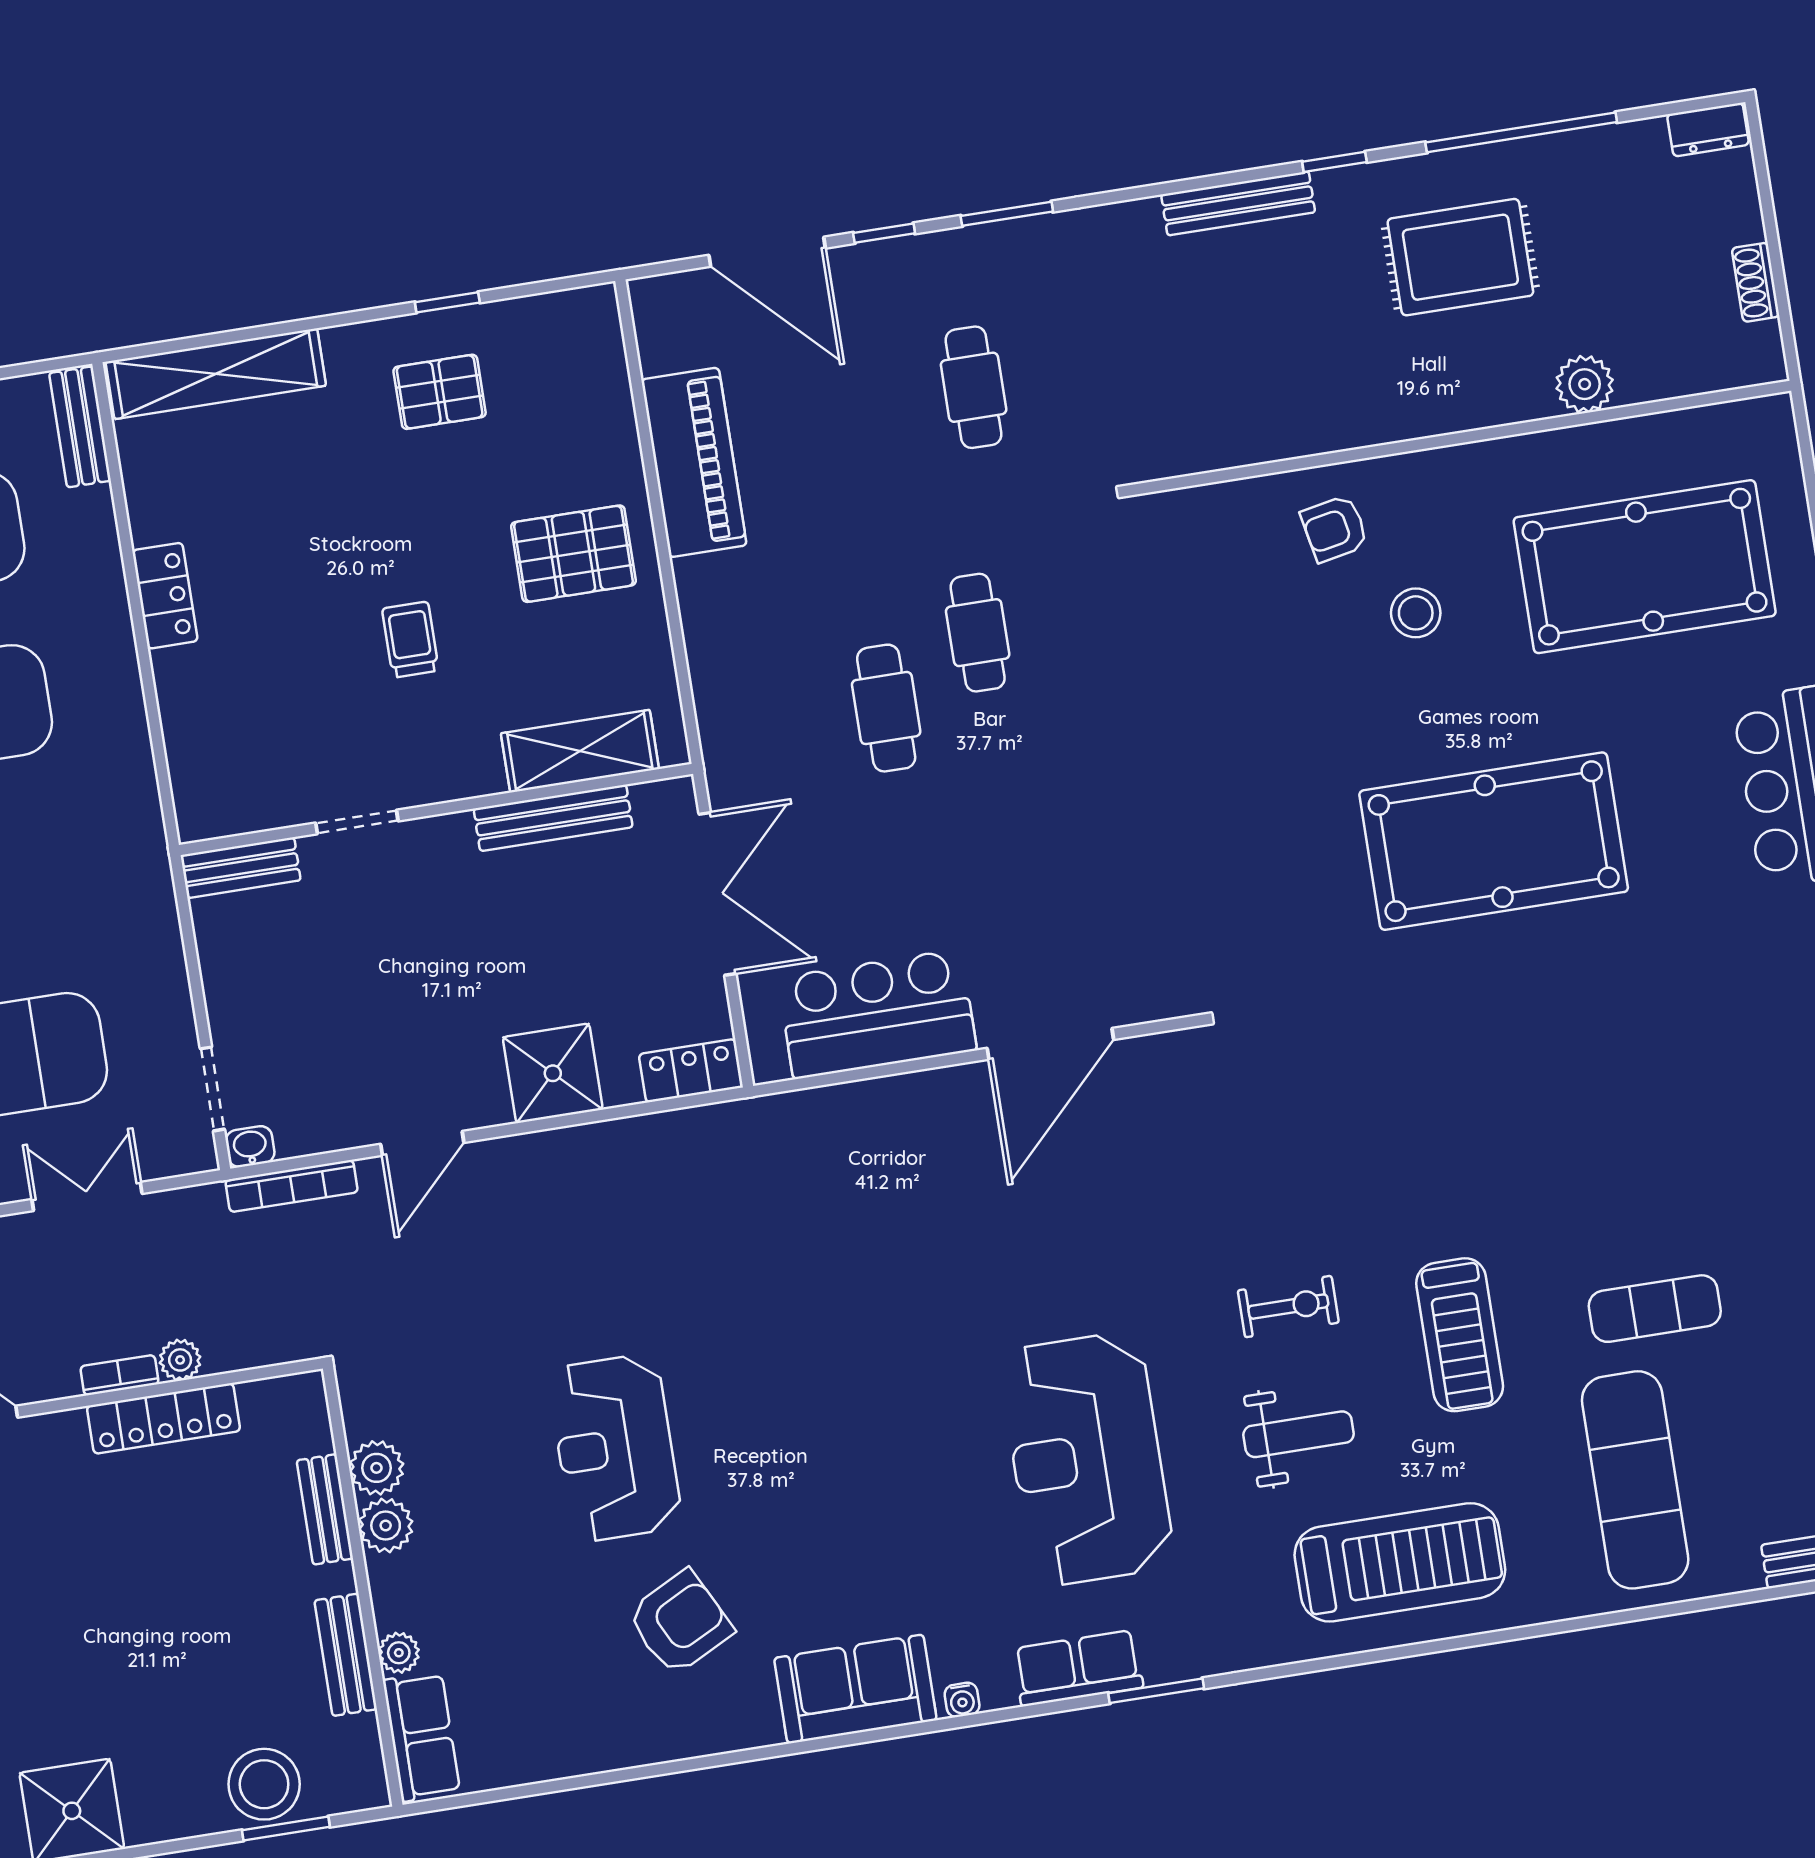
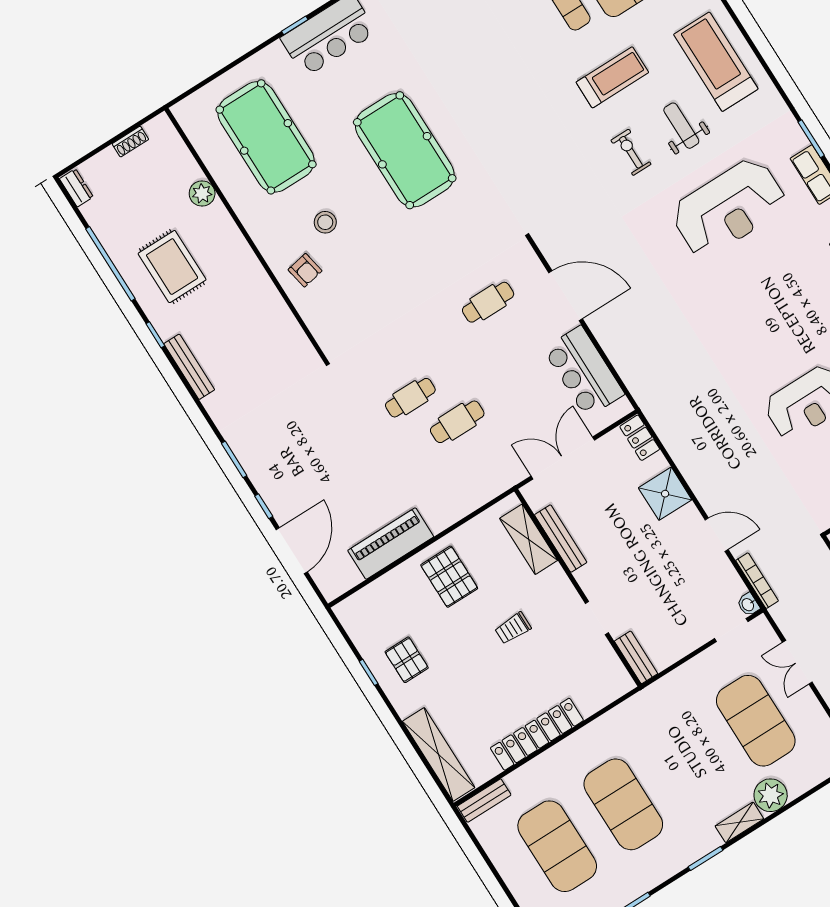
cafe table: (974, 387) -> (488, 302), moved
locker: (165, 596) -> (537, 734), width x2.16, depth x1.21

